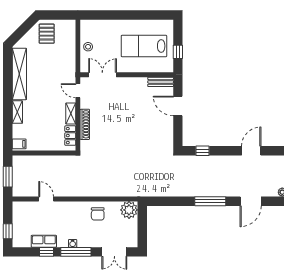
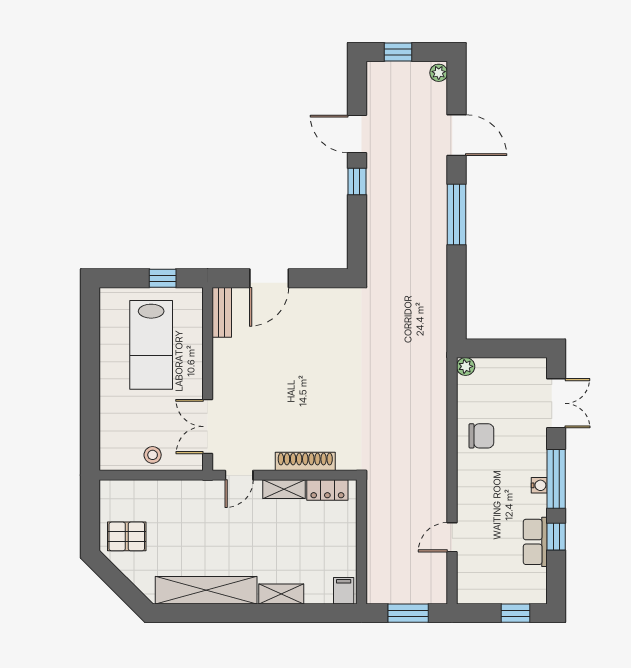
window: (203, 151) -> (357, 181), moved
plant: (129, 210) -> (466, 366), width x0.53, depth x0.53

